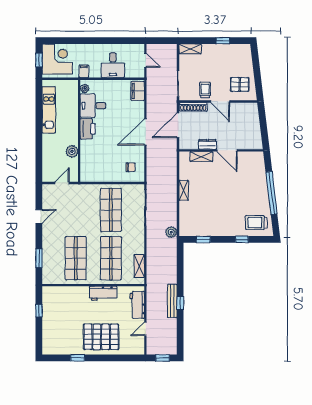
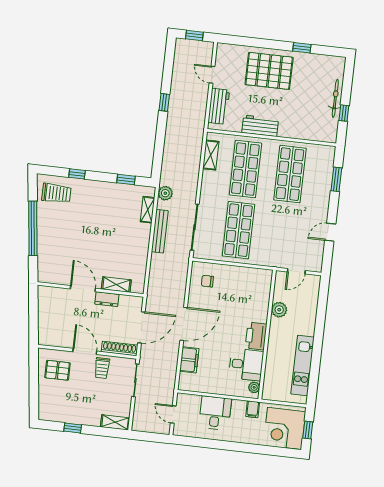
filing cabinet: (138, 91) -> (189, 360), moved
shelving: (184, 190) -> (148, 210), moved
bench: (172, 301) -> (160, 231), moved
bicycle: (47, 321) -> (335, 98), added
door: (145, 329) -> (212, 75), swing flipped

